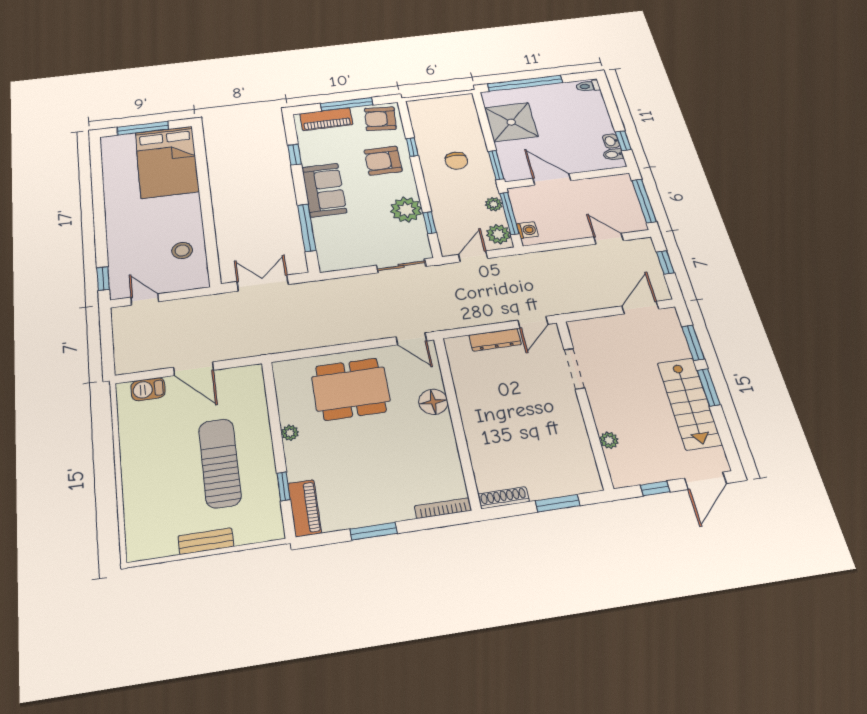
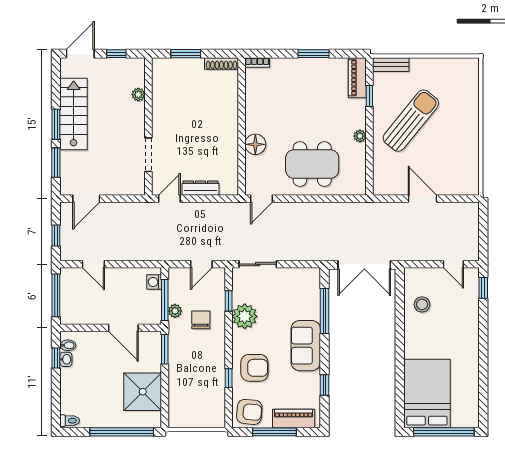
window: (143, 128) -> (444, 432), width x1.46
chair: (456, 161) -> (201, 320), moved
plant: (498, 234) -> (178, 282), removed
double door: (263, 283) -> (364, 265), width x1.37
door: (411, 339) -> (262, 199), swing flipped
barbecue: (148, 389) -> (456, 187), removed
sun lounger: (220, 463) -> (411, 121), turned -141
bookcase: (443, 508) -> (257, 63), width x0.64
bench: (206, 541) -> (391, 65), moved

